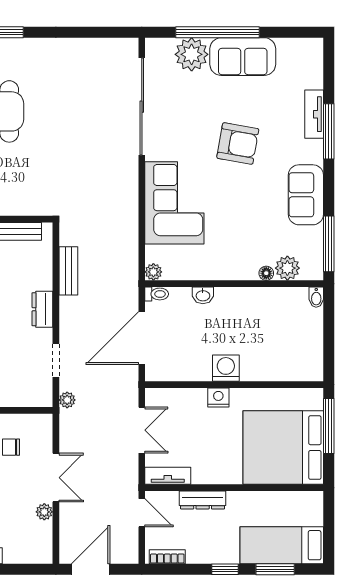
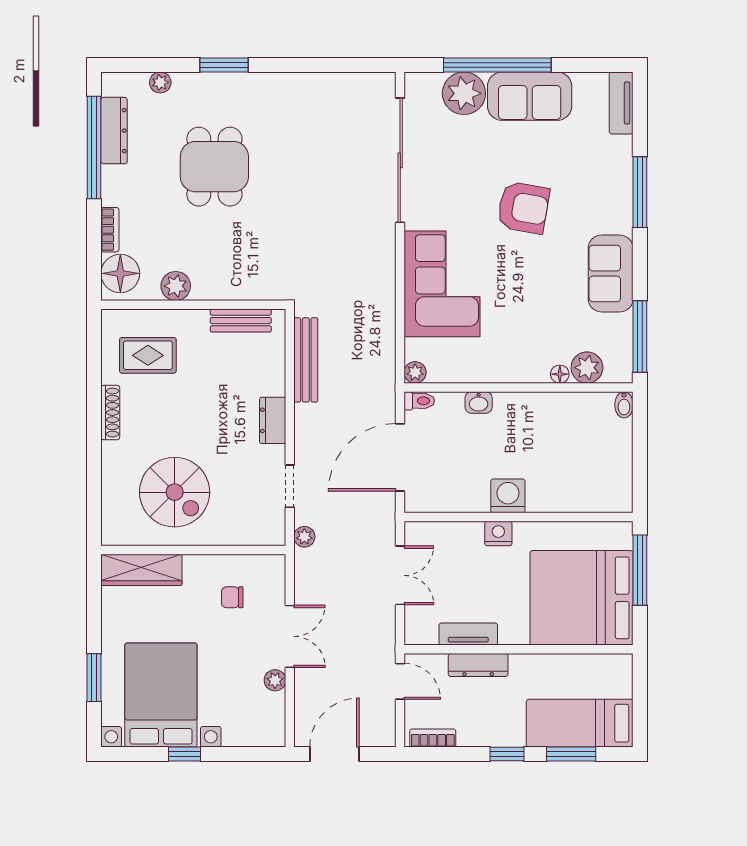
tv unit: (314, 114) -> (621, 103), moved
bench: (68, 271) -> (306, 360), width x1.36
tv unit: (168, 476) -> (468, 634), moved

